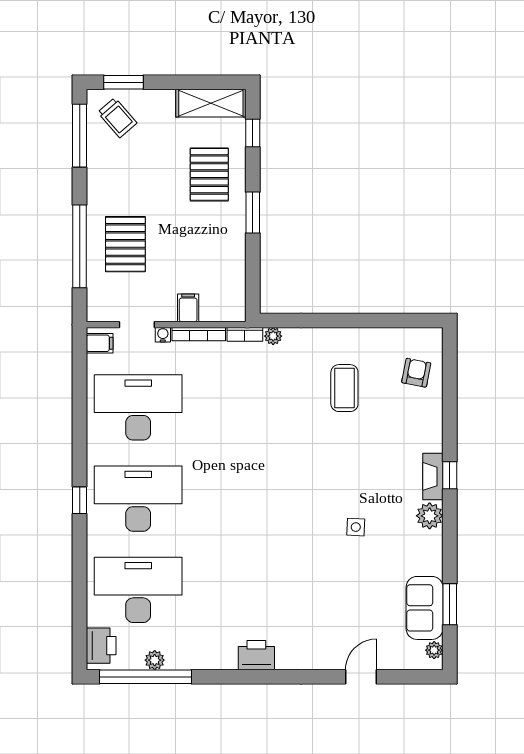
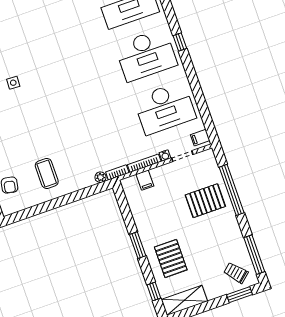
pallet: (125, 244) -> (205, 201), turned 90
filing cabinet: (188, 308) -> (145, 180), moved
coffee table: (344, 388) -> (47, 173), moved

